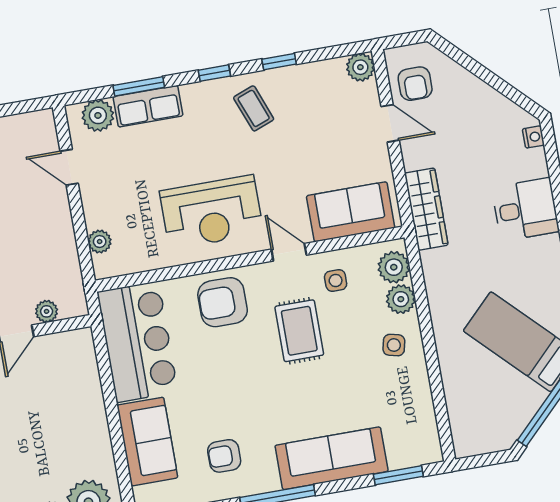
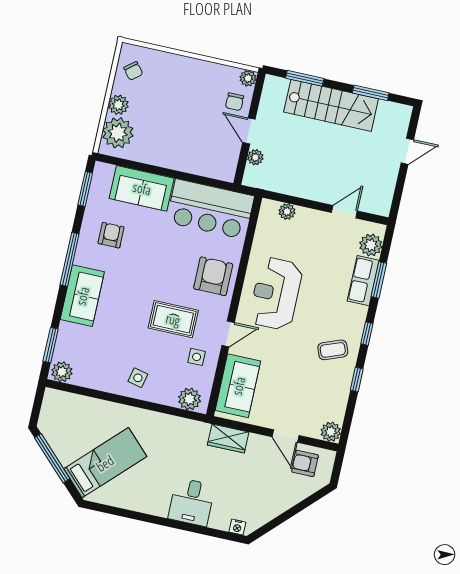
door: (390, 123) -> (286, 436), hinge flipped
wardrobe: (426, 209) -> (228, 439), width x0.67
plant: (401, 299) -> (62, 372), moved
sofa: (332, 458) -> (82, 296), width x0.73

